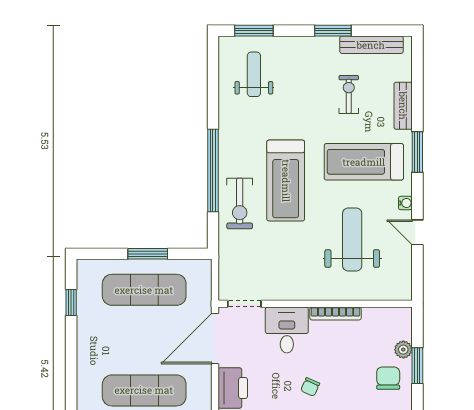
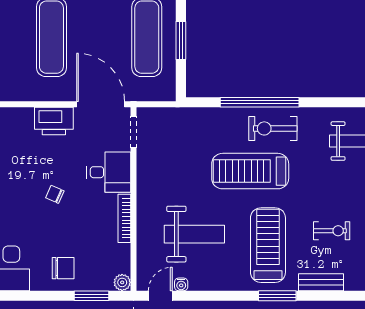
exercise bike: (240, 203) -> (273, 128), moved
water cooler: (405, 203) -> (181, 284), moved
door: (417, 232) -> (160, 296), moved
plant: (403, 350) -> (122, 282), moved
window: (417, 366) -> (91, 296), moved

